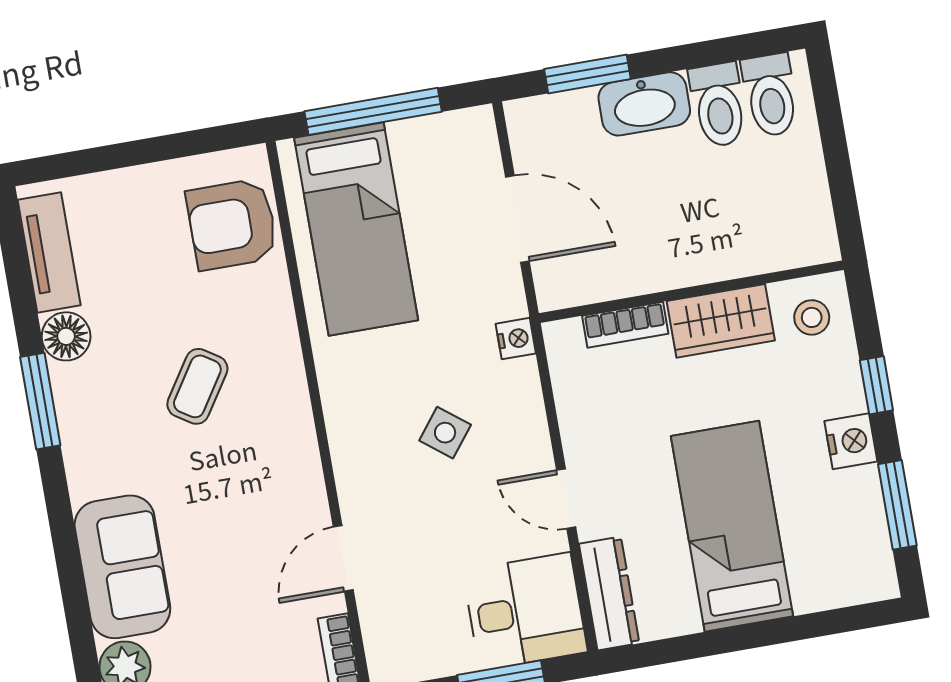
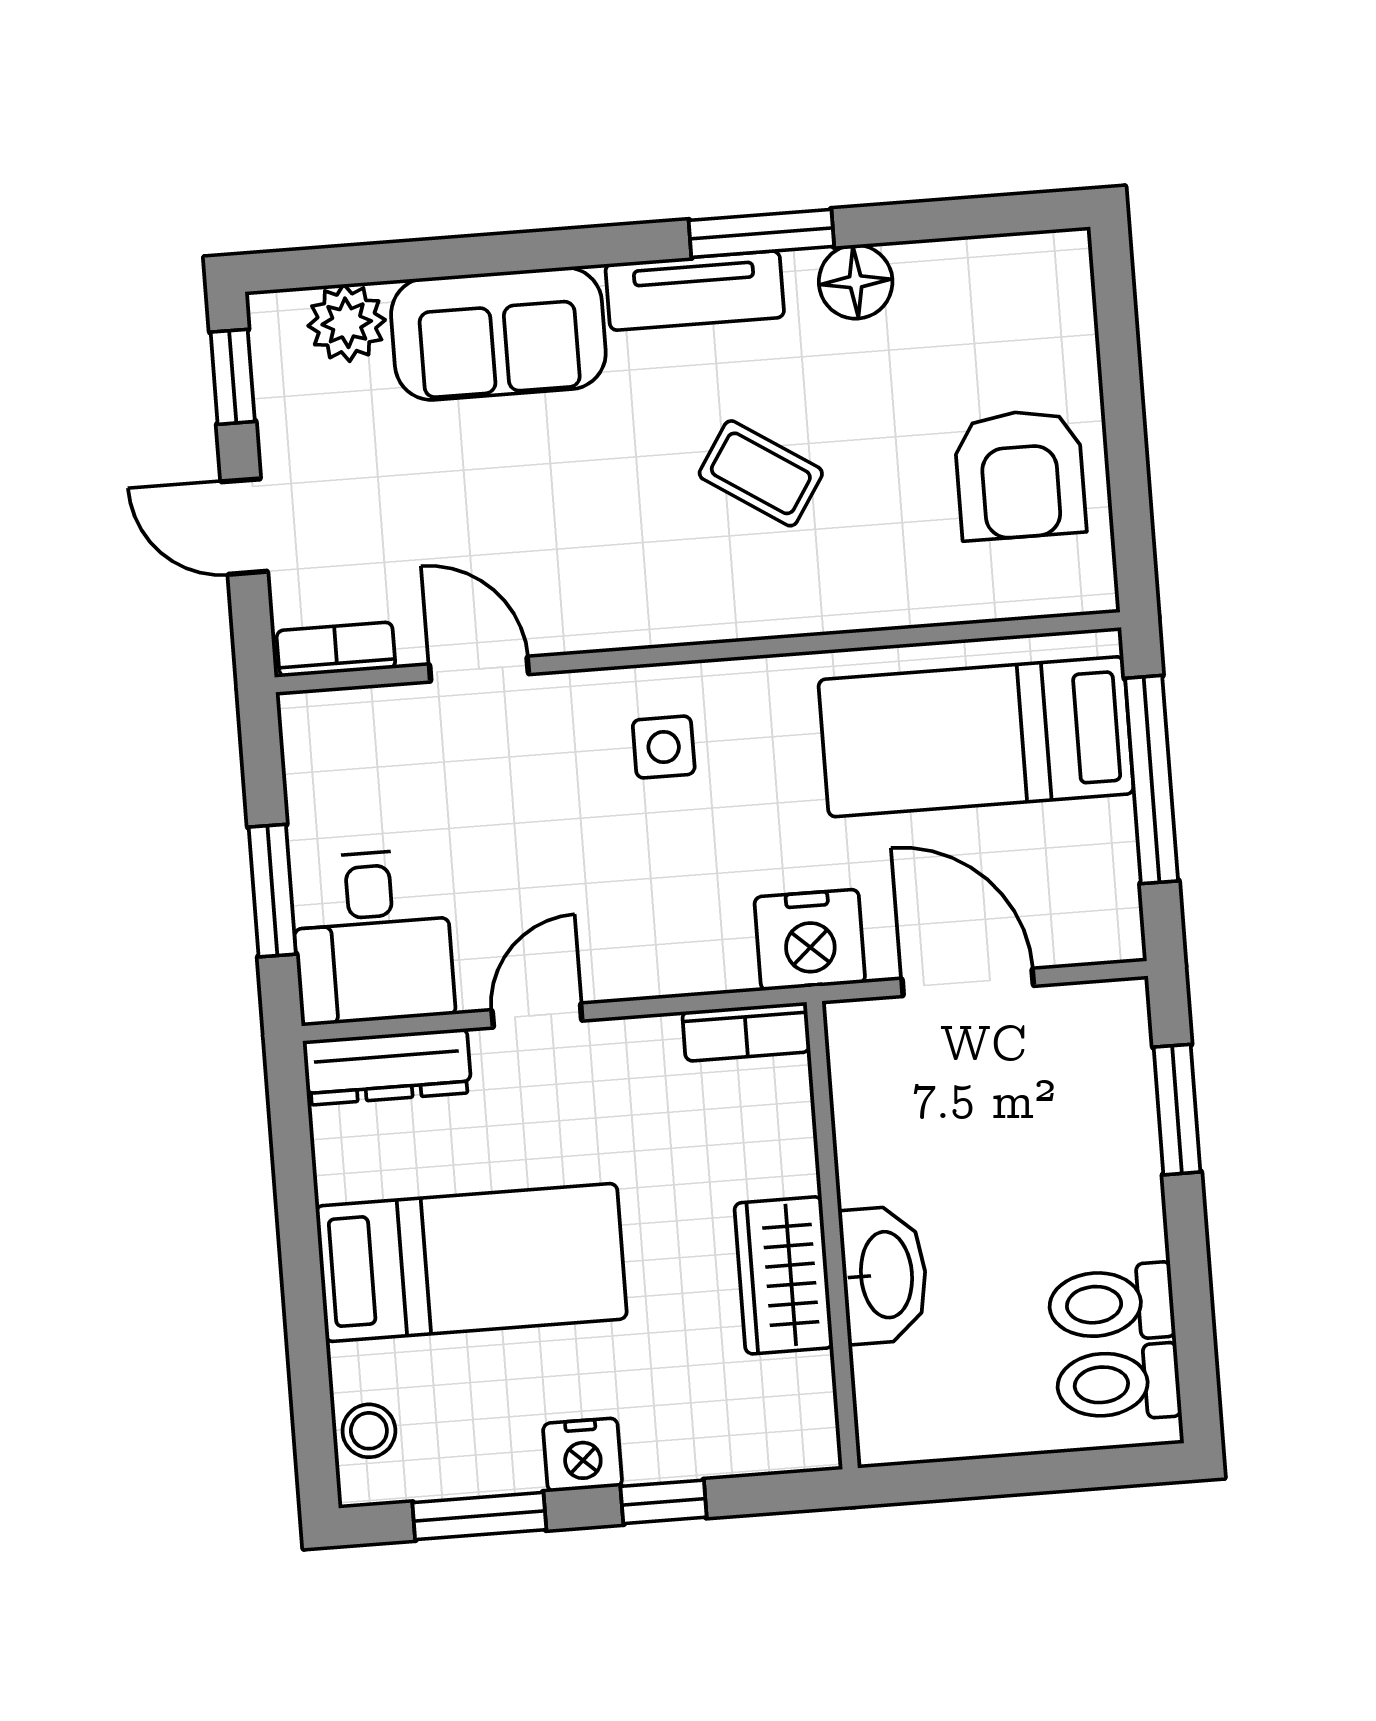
washbasin: (644, 104) -> (884, 1275), moved, turned 180
door: (517, 219) -> (968, 982), swing flipped
armchair: (232, 224) -> (1020, 475), moved, turned 180
tv unit: (49, 252) -> (695, 291), moved
stool: (812, 317) -> (369, 1431), moved
bookcase: (625, 325) -> (746, 1032), moved, turned -90
nightstand: (516, 339) -> (810, 940), width x1.89, depth x1.79
side table: (445, 433) -> (664, 747), moved, turned -38

